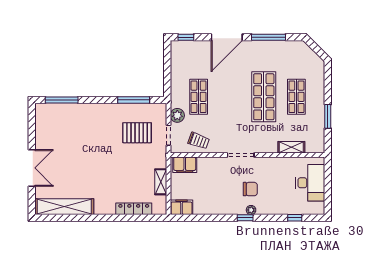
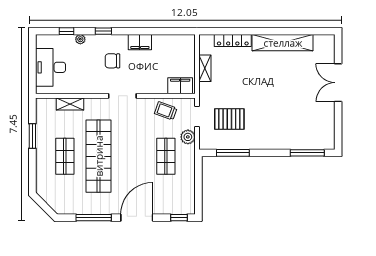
shop shelf: (264, 97) -> (99, 156), width x1.40
shelving: (64, 207) -> (283, 43), moved
filing cabinet: (182, 207) -> (140, 42), moved
plant: (251, 210) -> (80, 39), moved
window: (245, 218) -> (103, 31), moved

